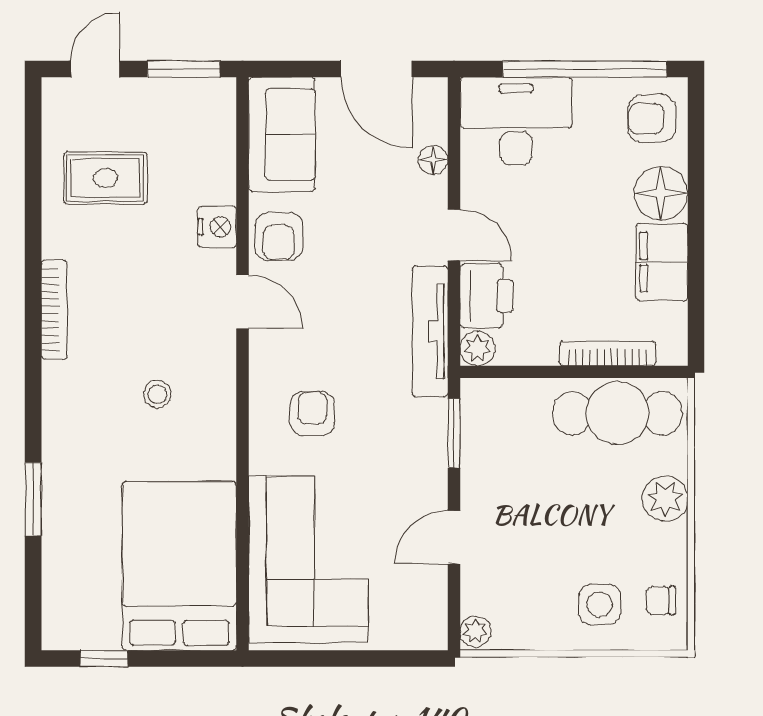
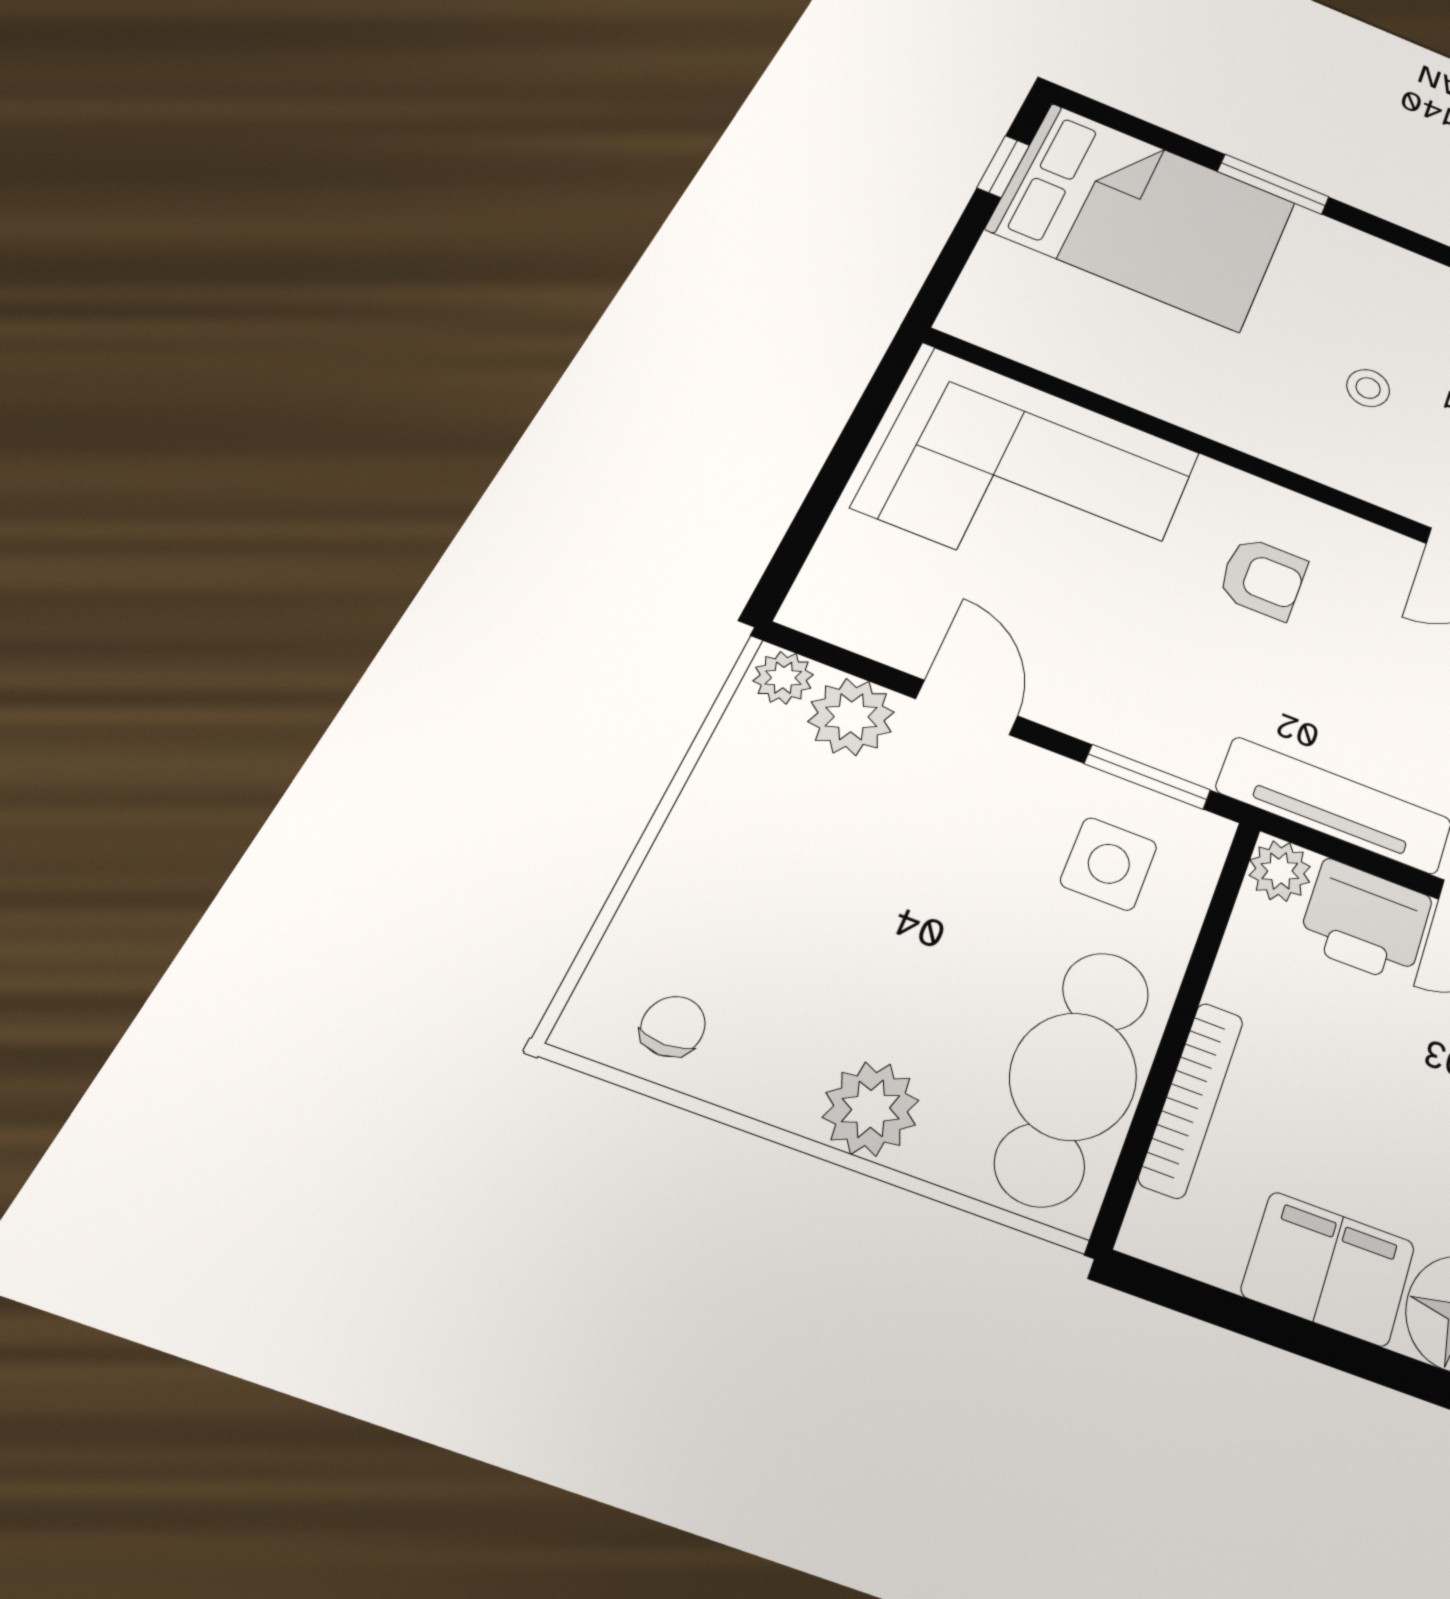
bed: (179, 566) -> (1144, 216), moved
plant: (482, 590) -> (851, 717), added
side table: (600, 604) -> (1109, 864), moved

